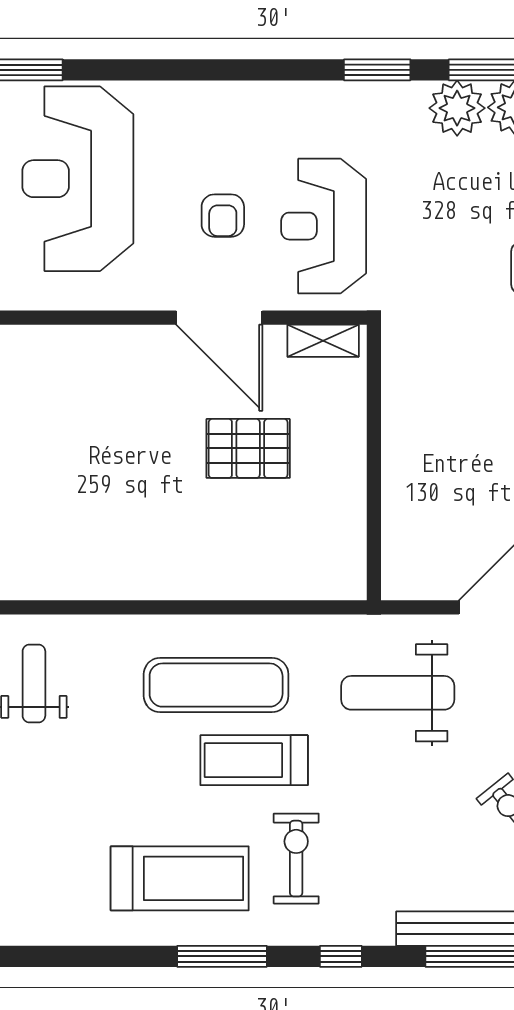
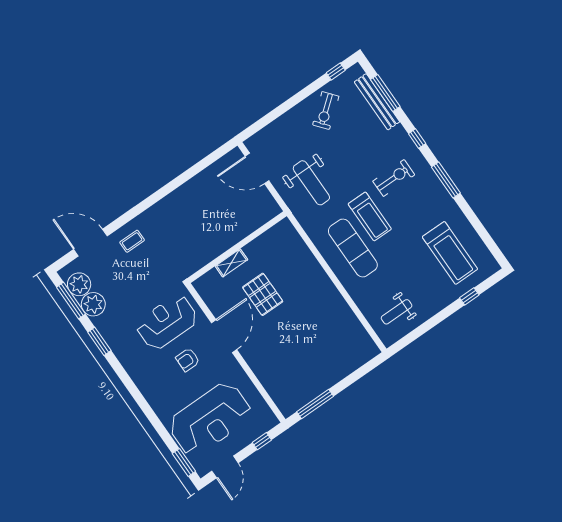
armchair: (223, 216) -> (188, 360), turned 180
reception desk: (324, 226) -> (167, 322), turned 180
shelving: (323, 341) -> (231, 263), moved, turned 90
exercise bike: (296, 859) -> (394, 178), turned 180
treadmill: (180, 878) -> (450, 253), moved, turned 180

